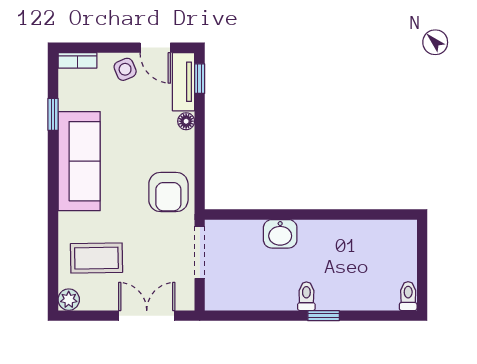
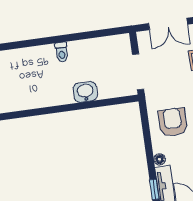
armchair: (168, 192) -> (173, 122), moved
window: (324, 316) -> (48, 41), removed

